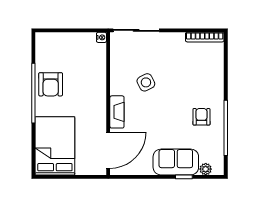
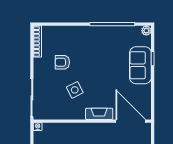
armchair: (201, 117) -> (62, 62), moved
plant: (206, 169) -> (146, 31), moved

